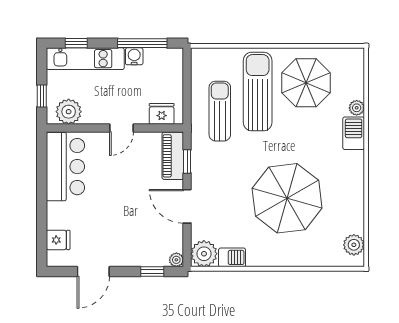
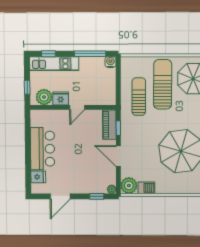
water cooler: (134, 56) -> (110, 62), moved
fridge: (162, 114) -> (61, 98), moved
bar counter: (65, 167) -> (43, 149), moved

